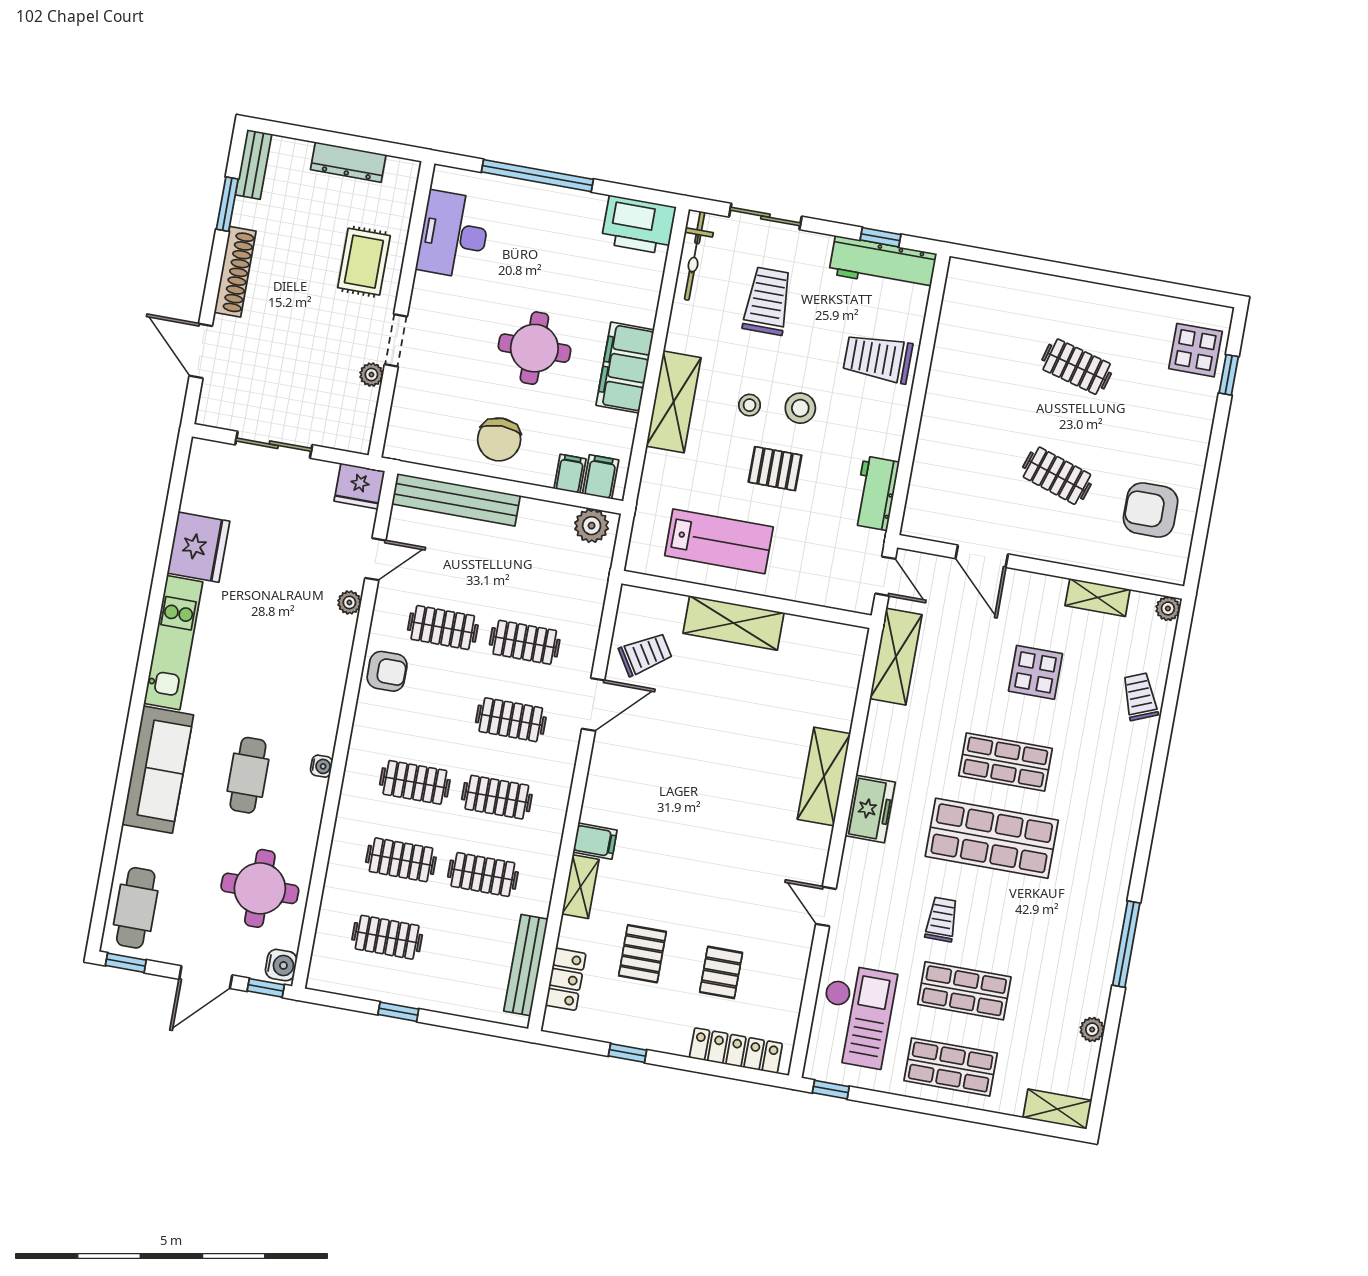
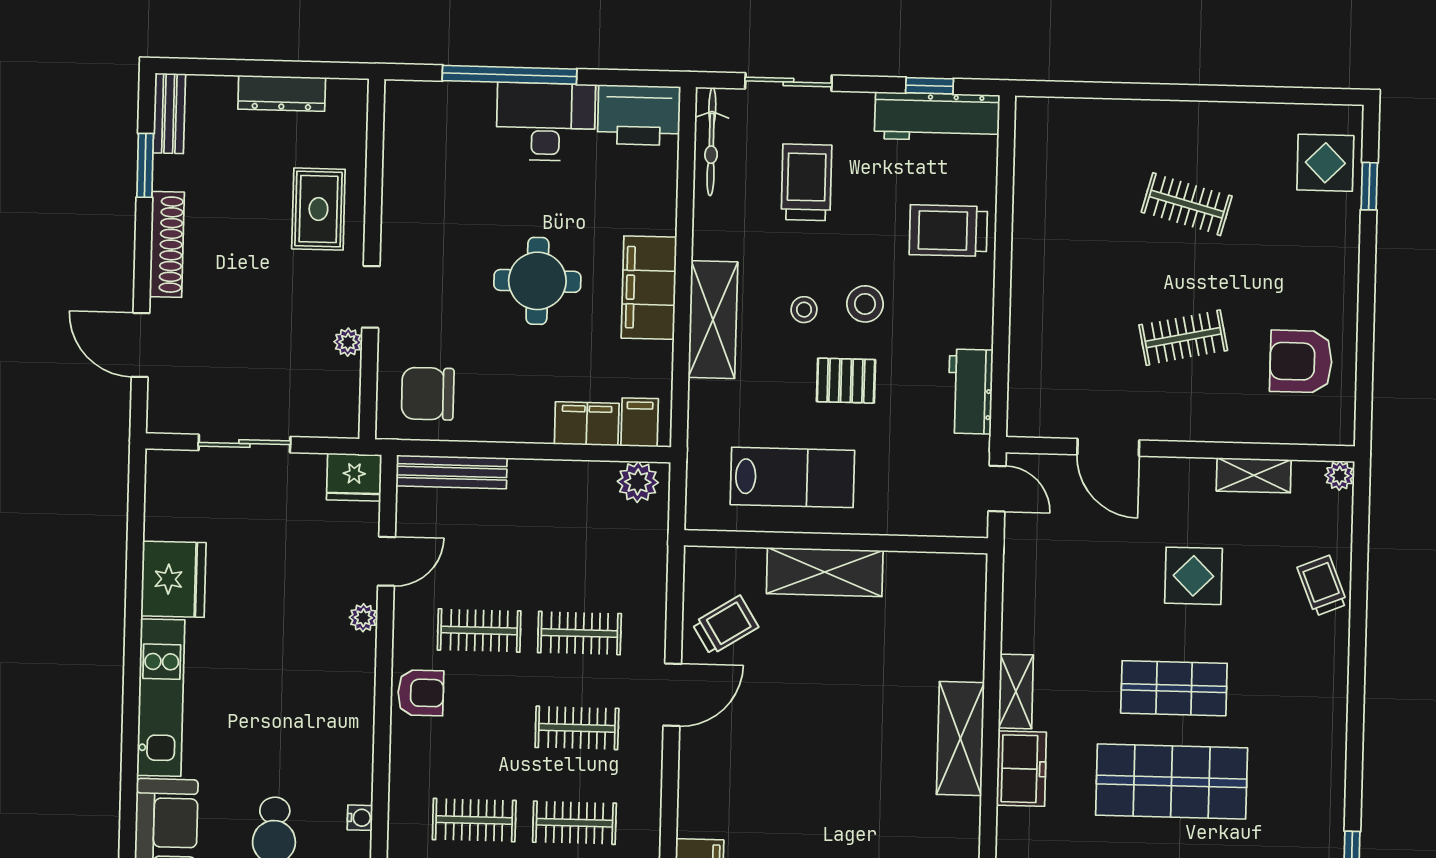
desk: (454, 235) -> (546, 122), moved, turned 90
chair: (499, 439) -> (428, 394), moved, turned 90
filing cabinet: (570, 474) -> (587, 424), width x2.00
clothes rail: (1057, 476) -> (1183, 338), turned -30
bench: (456, 500) -> (452, 472), width x0.73, depth x0.82
shelving: (896, 657) -> (1016, 691), moved, width x0.67, depth x0.75

